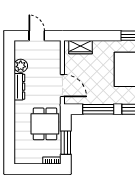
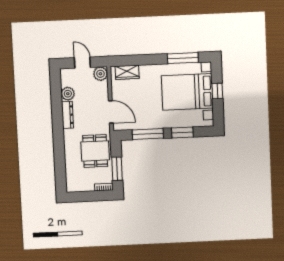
plant: (54, 47) -> (100, 74), added

